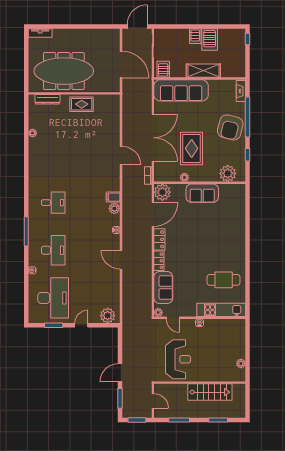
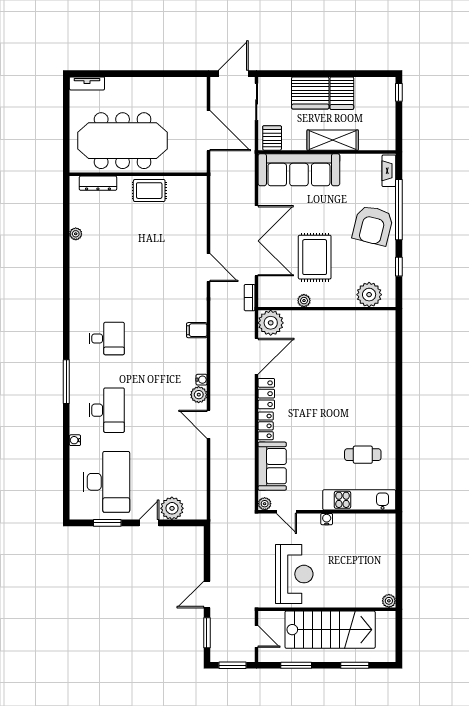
server rack: (195, 36) -> (310, 93), width x2.18, depth x1.44
sofa: (202, 193) -> (331, 324), removed
plant: (114, 208) -> (199, 395), moved
cafe table: (224, 280) -> (363, 455), width x0.73, depth x0.74
plant: (108, 316) -> (172, 508), moved
plant: (241, 364) -> (389, 601), moved
stairs: (210, 392) -> (330, 630), width x1.36, depth x1.51

